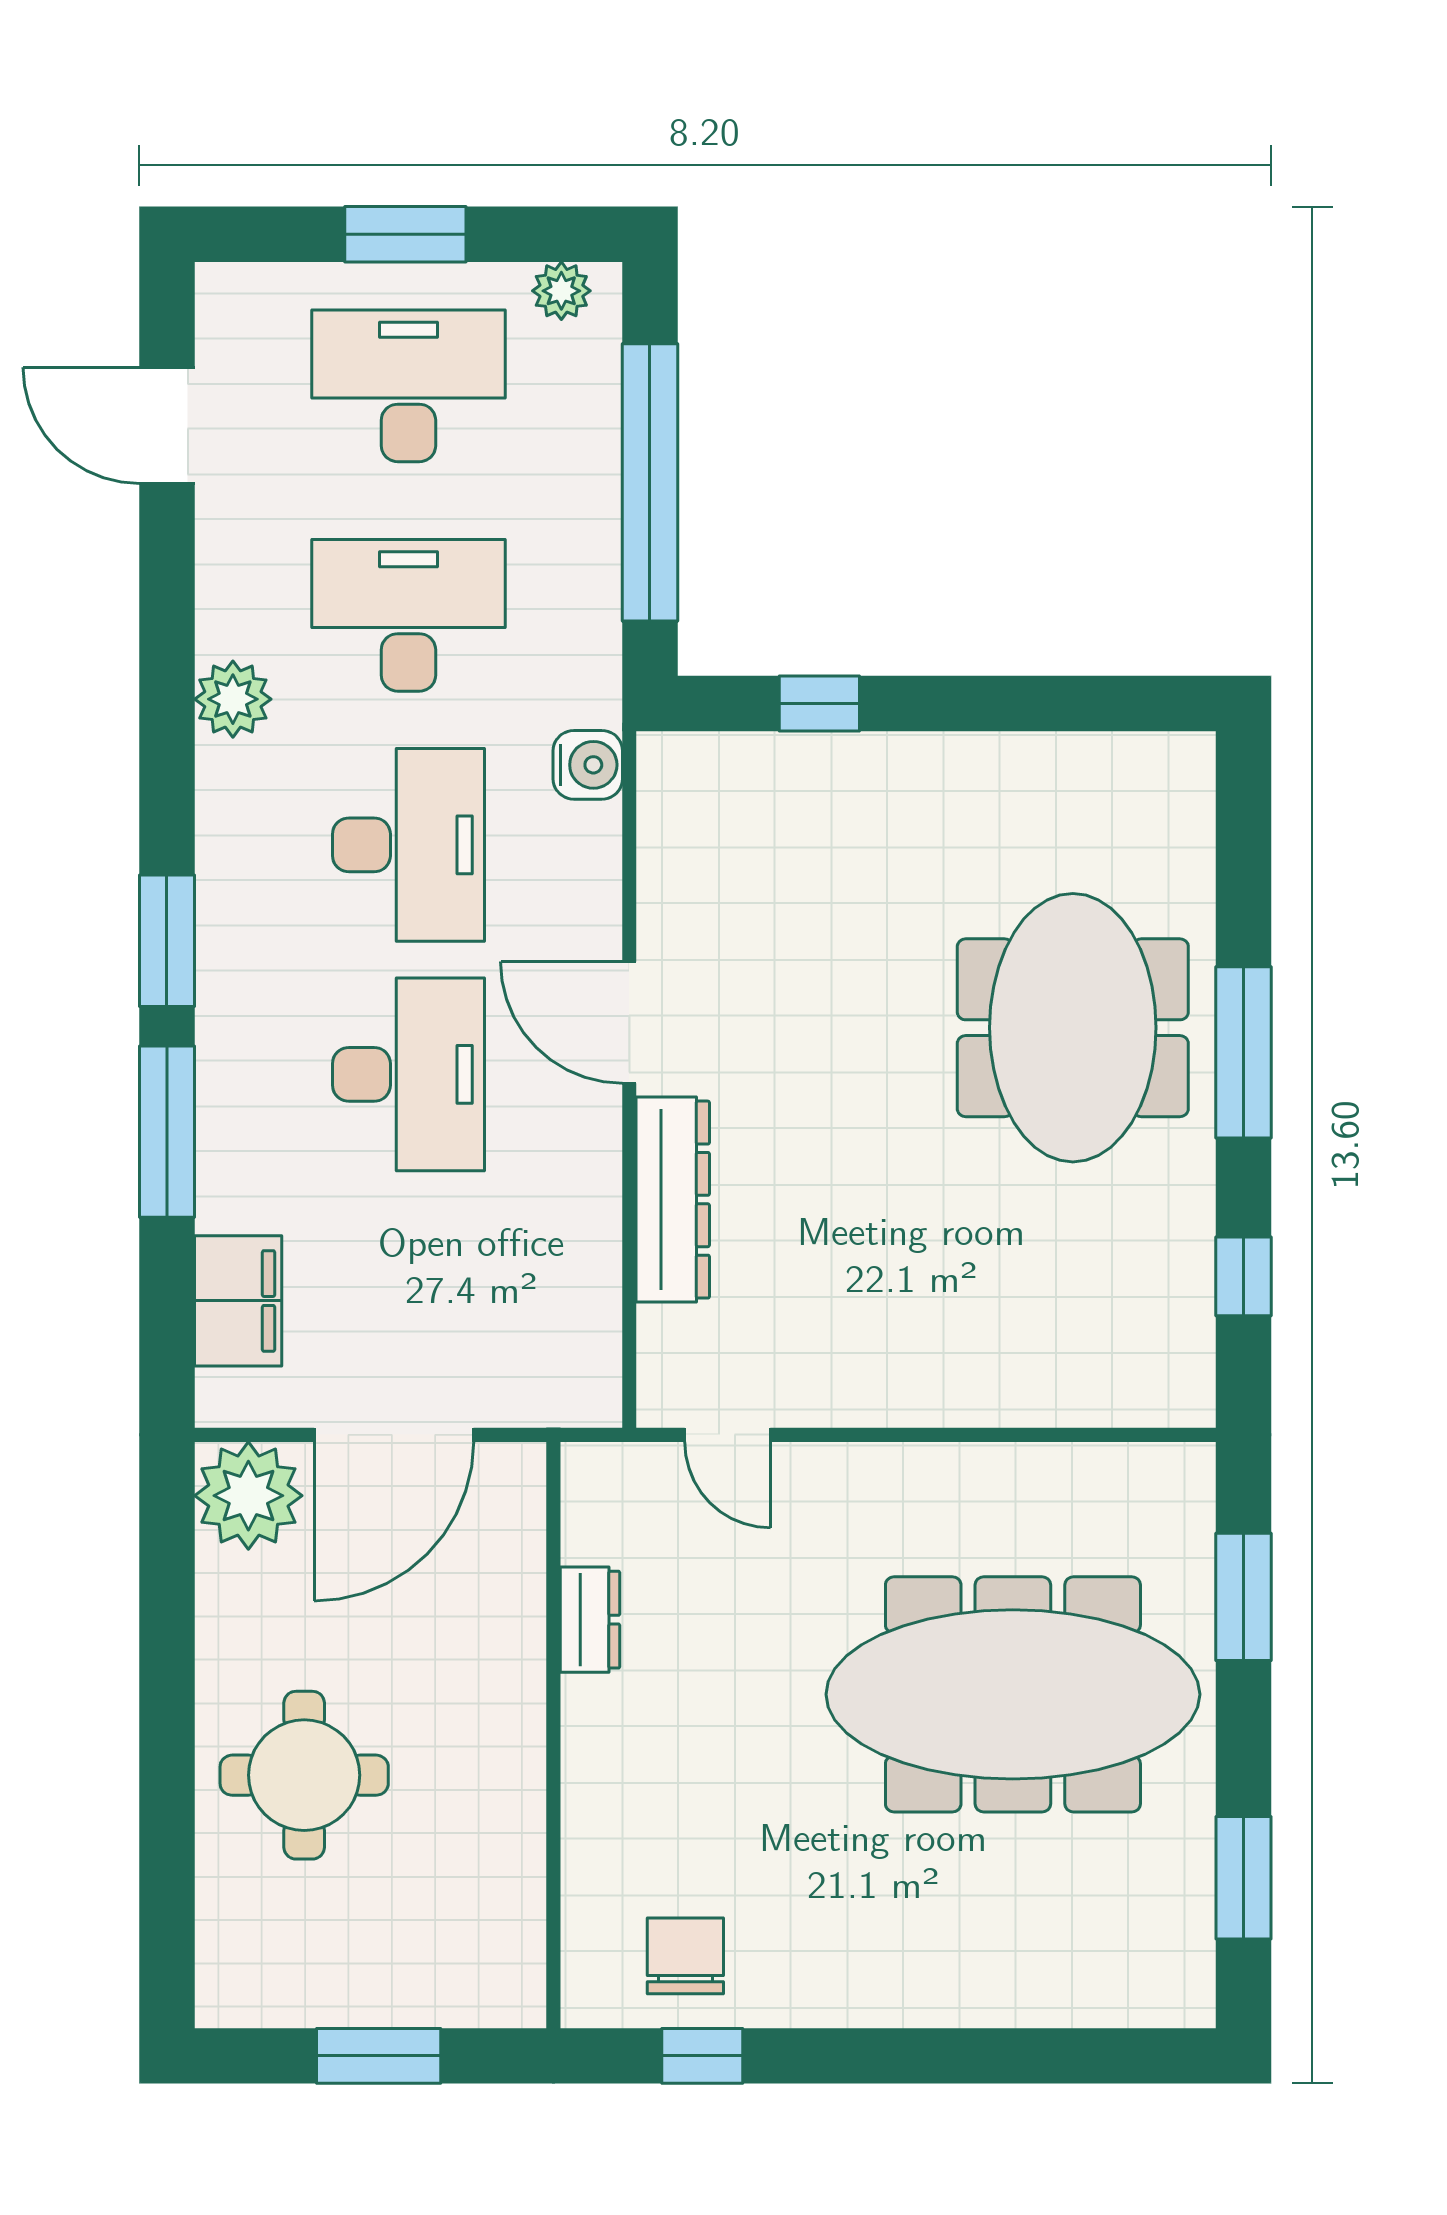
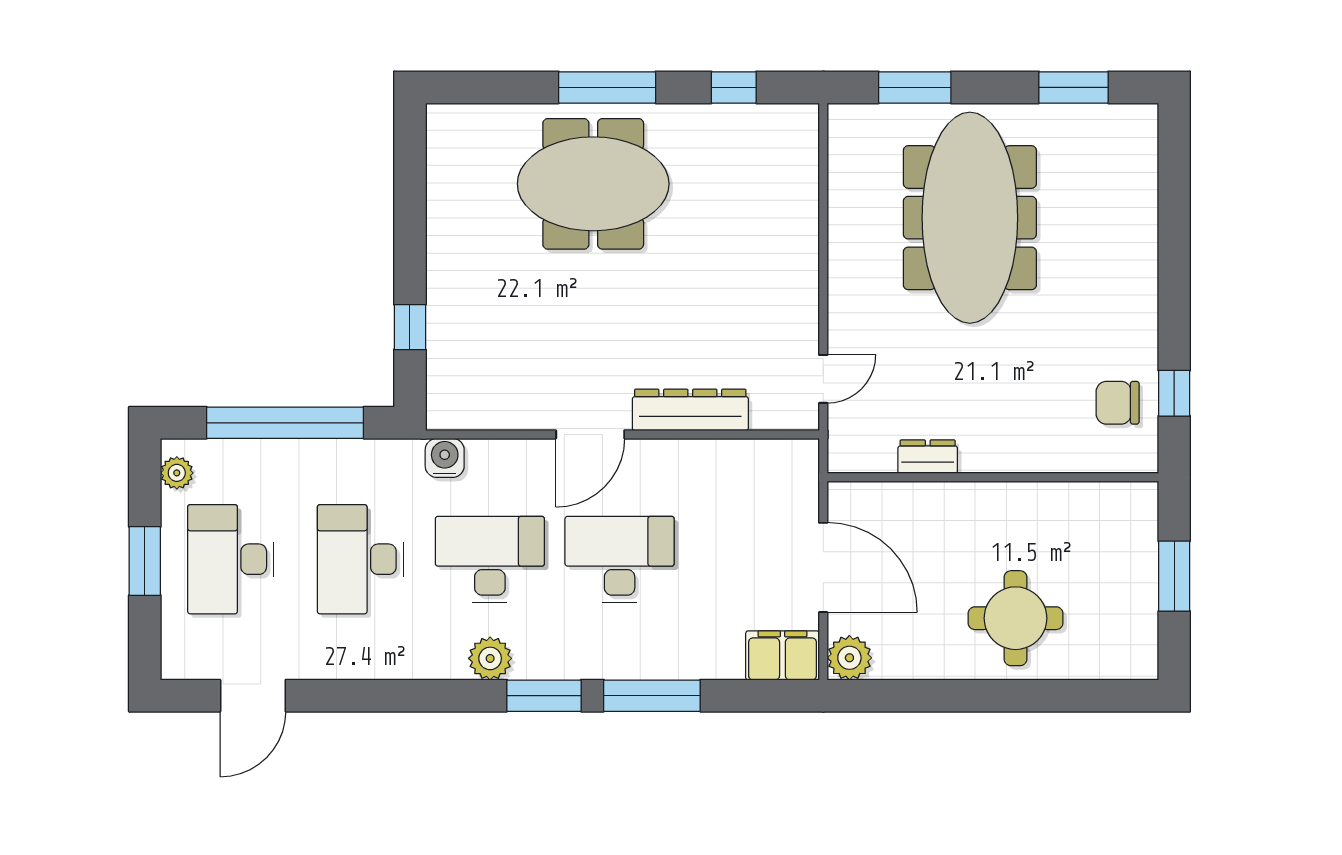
plant: (233, 699) -> (490, 658), moved
filing cabinet: (238, 1301) -> (782, 656), moved
plant: (248, 1496) -> (849, 658), width x0.73, depth x0.73

